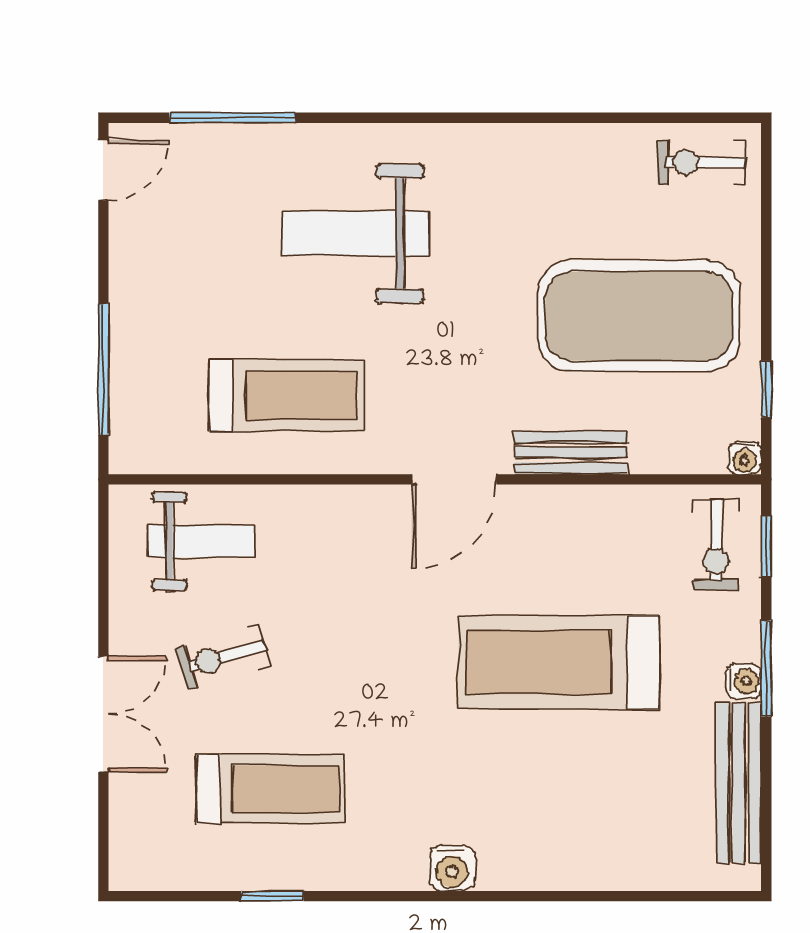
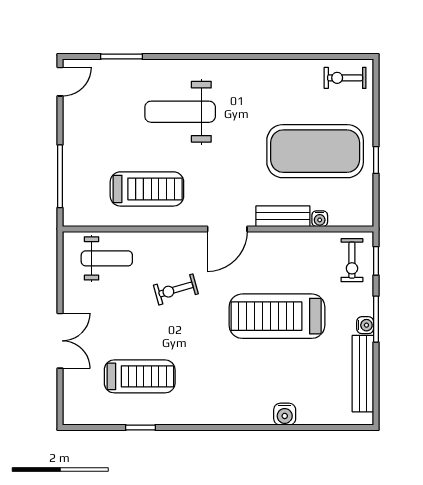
window: (233, 118) -> (122, 57), width x0.69
window: (766, 389) -> (376, 160), moved
water cooler: (745, 458) -> (320, 219), moved
exercise bike: (223, 657) -> (176, 289), moved
water cooler: (452, 868) -> (285, 414), moved

